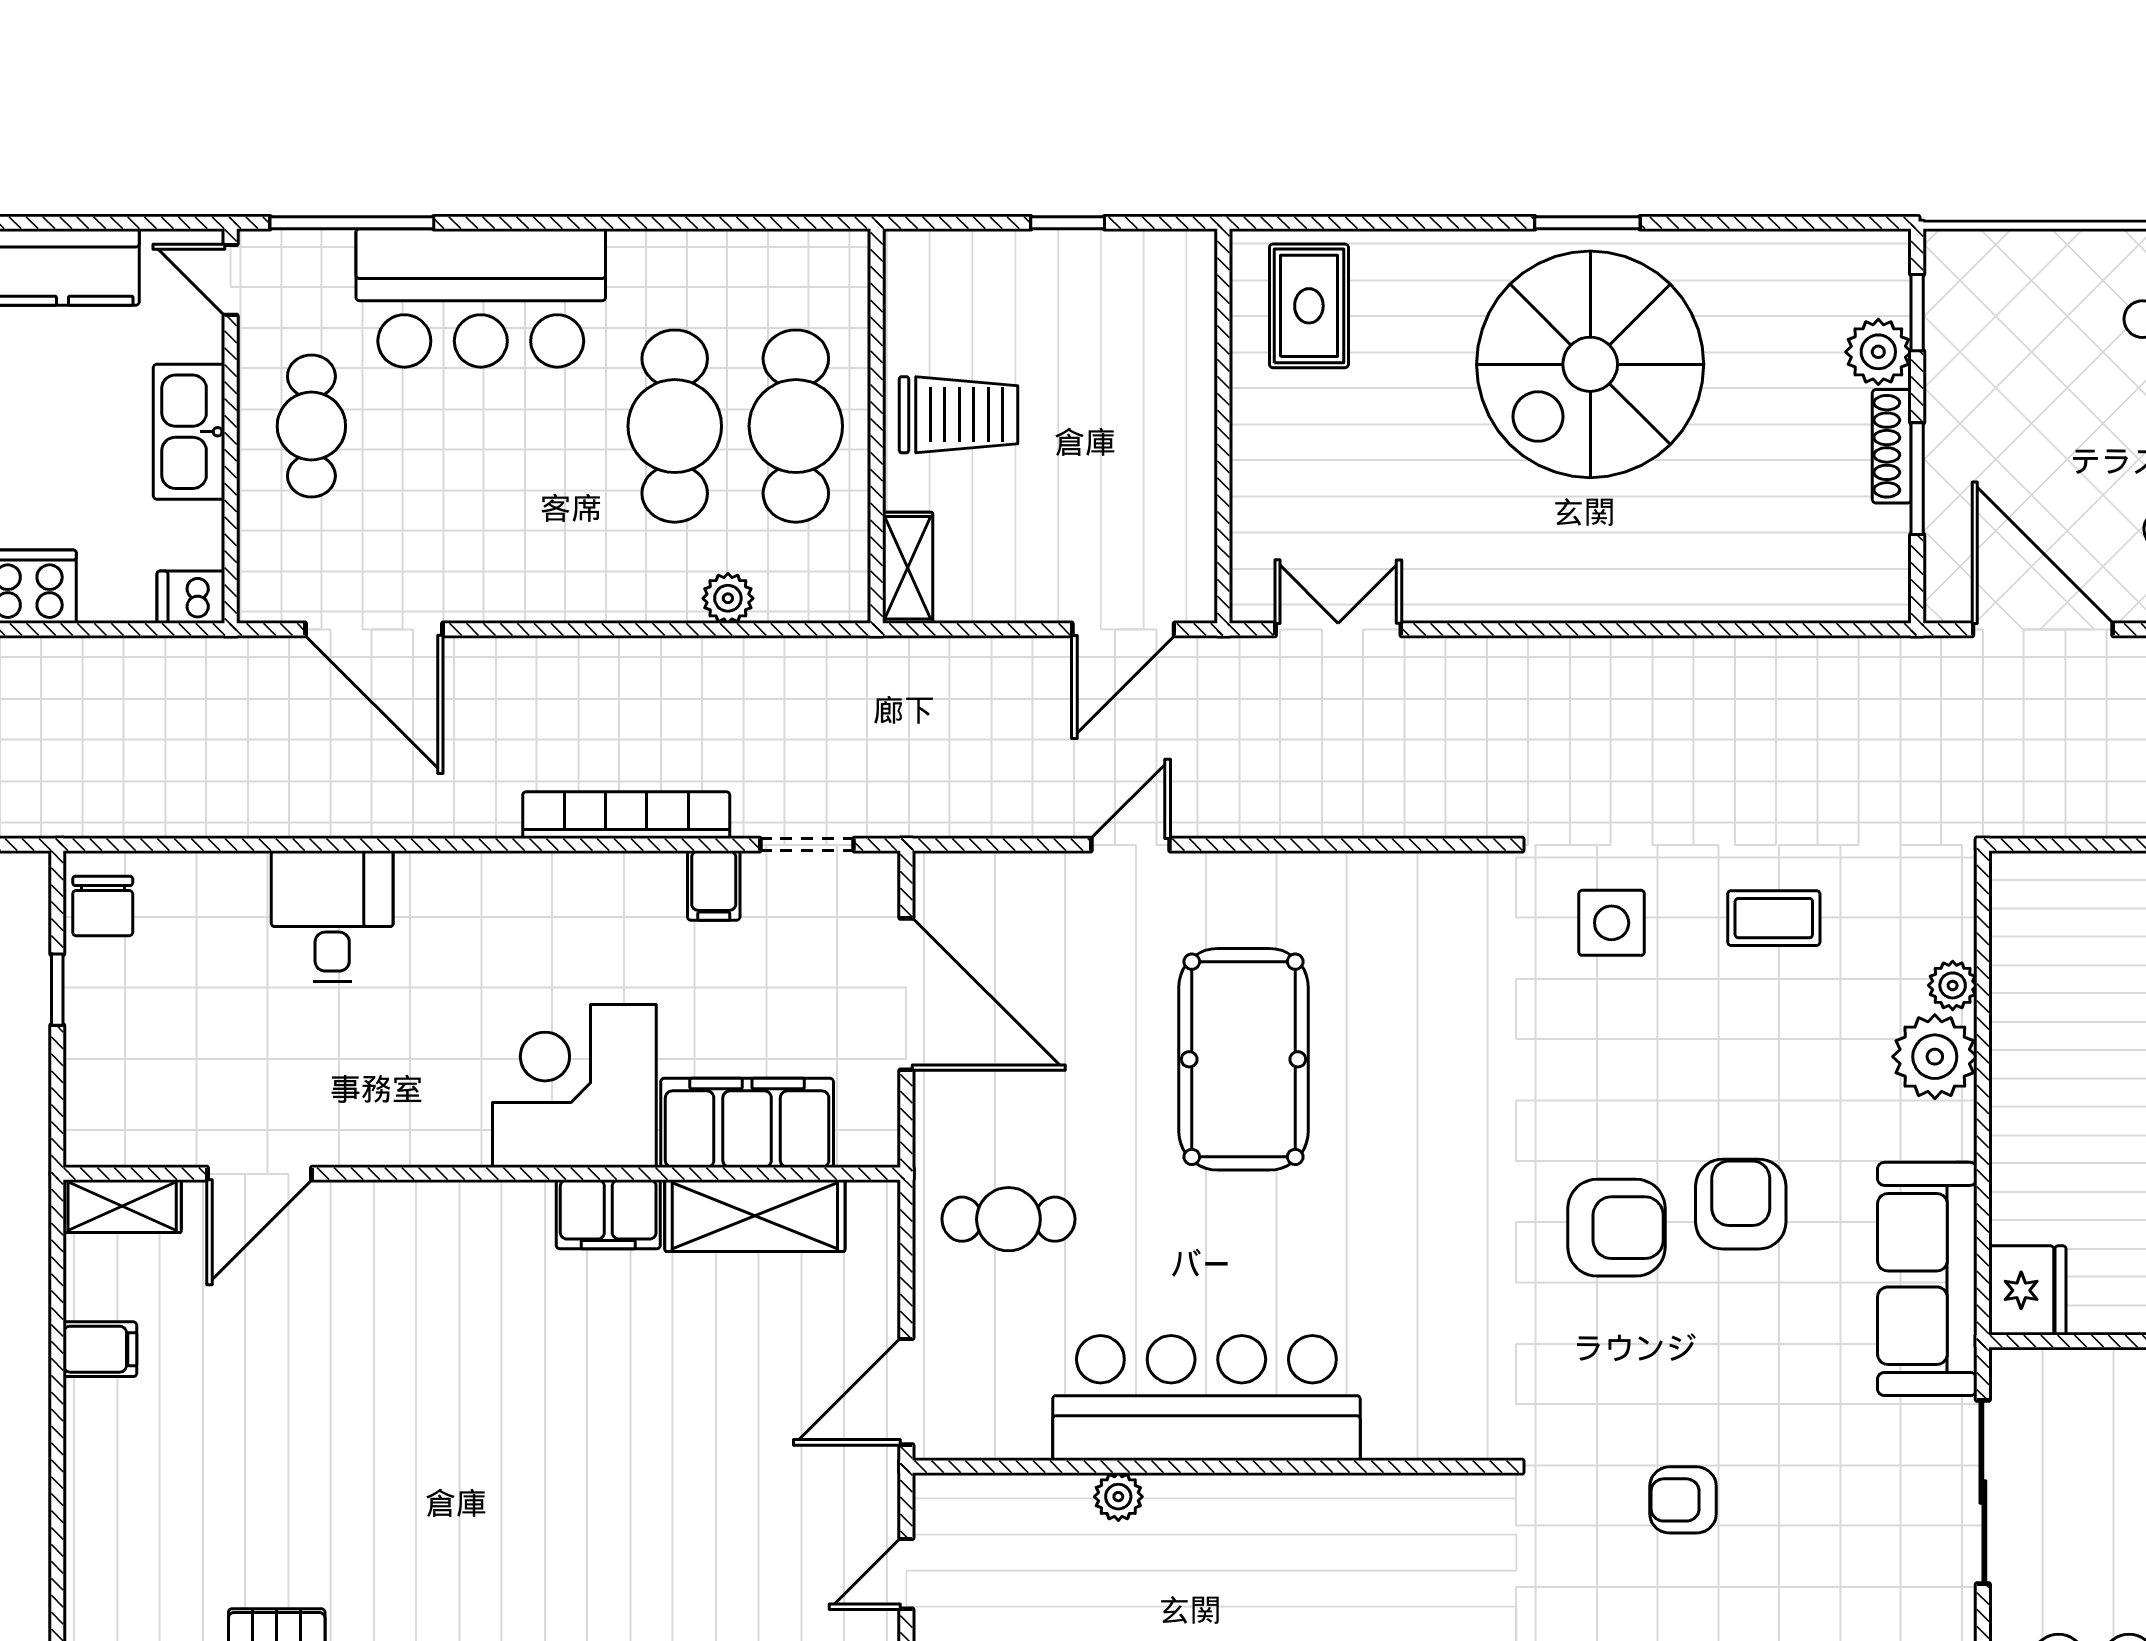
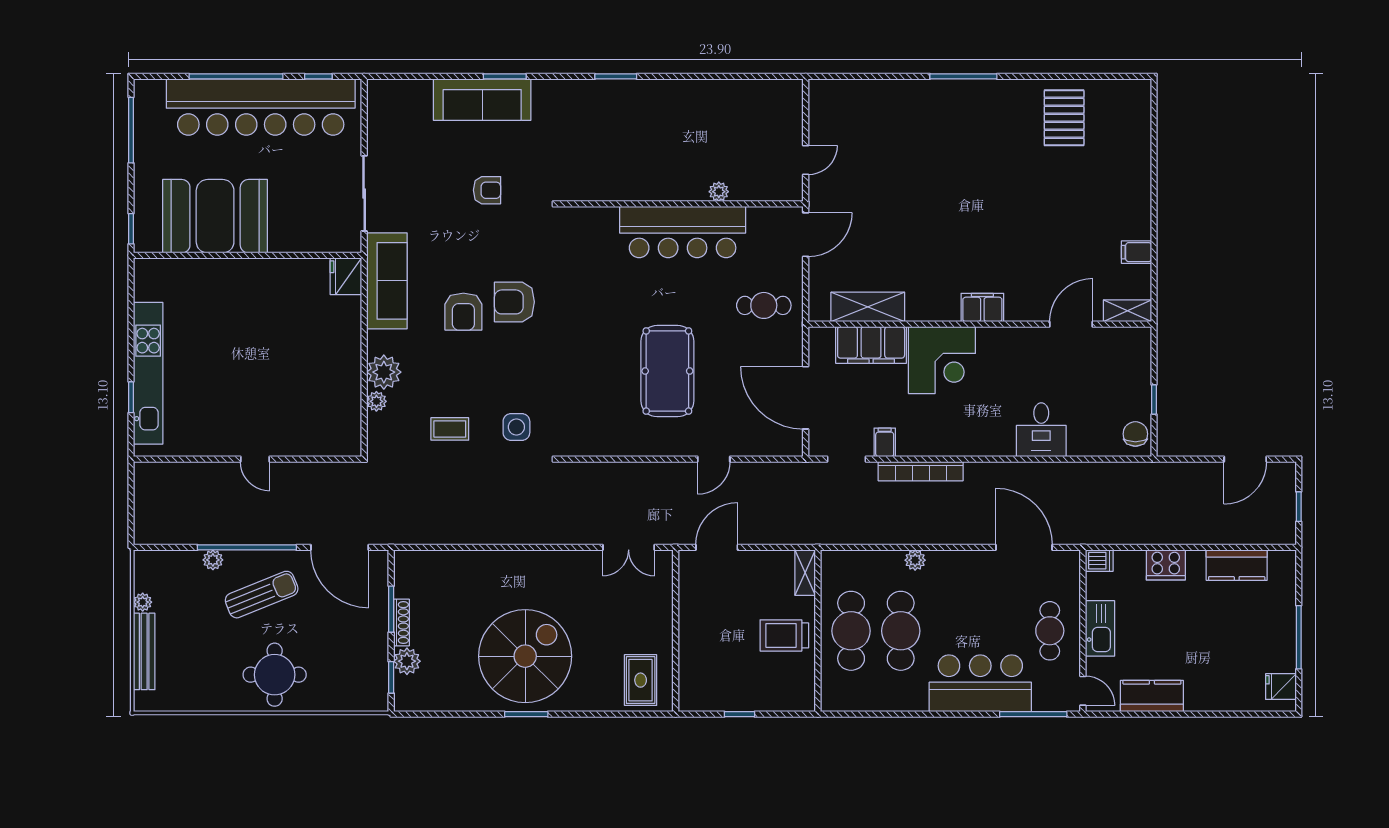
plant: (728, 598) -> (915, 560), moved
filing cabinet: (608, 1214) -> (982, 307), moved

